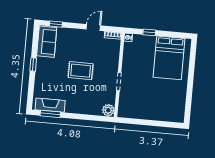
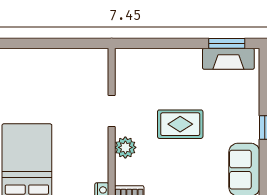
plant: (108, 110) -> (125, 147), moved

